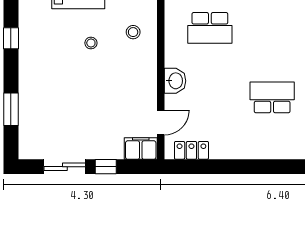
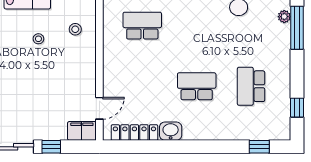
school desk: (210, 28) -> (142, 26), turned 180
washbasin: (175, 81) -> (171, 131), moved, turned -90
locker: (191, 150) -> (134, 133), width x1.53

